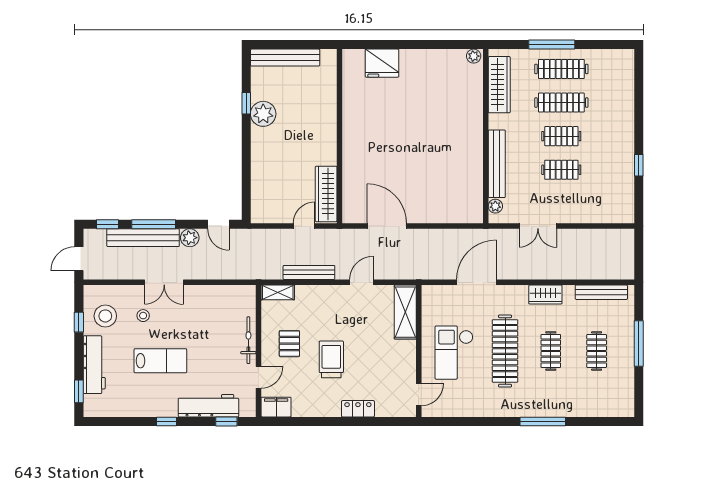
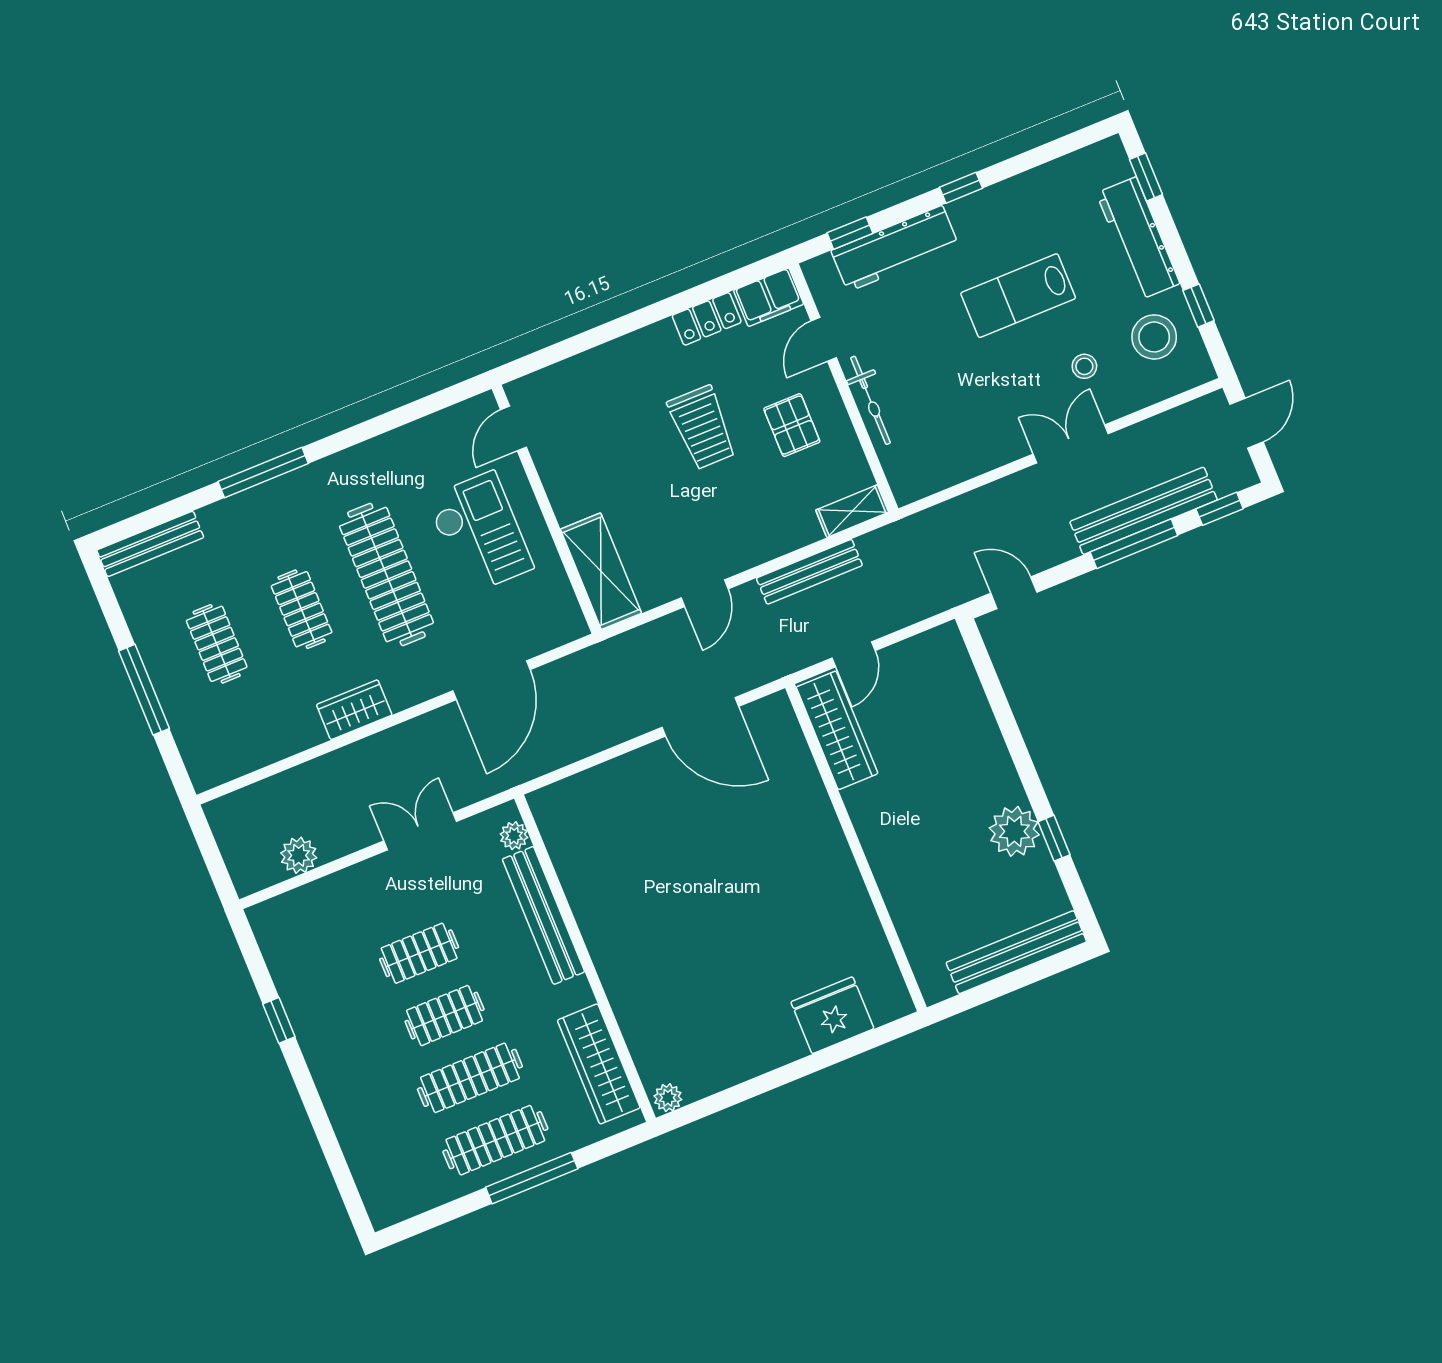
plant: (190, 238) -> (299, 855), moved
bench: (601, 292) -> (150, 544), moved
locker: (358, 409) -> (707, 319), moved

